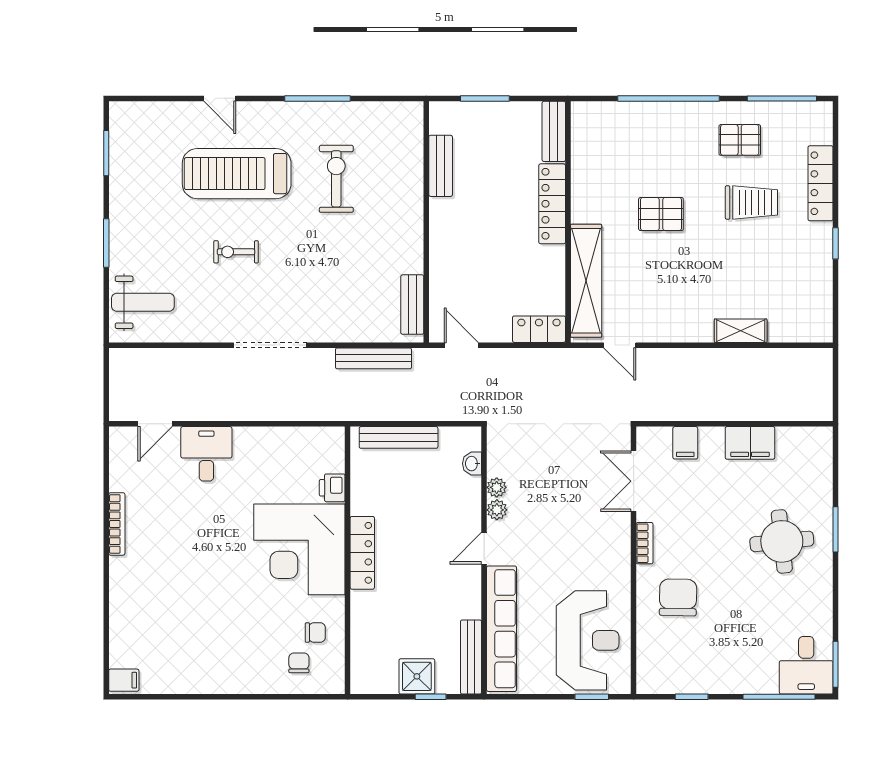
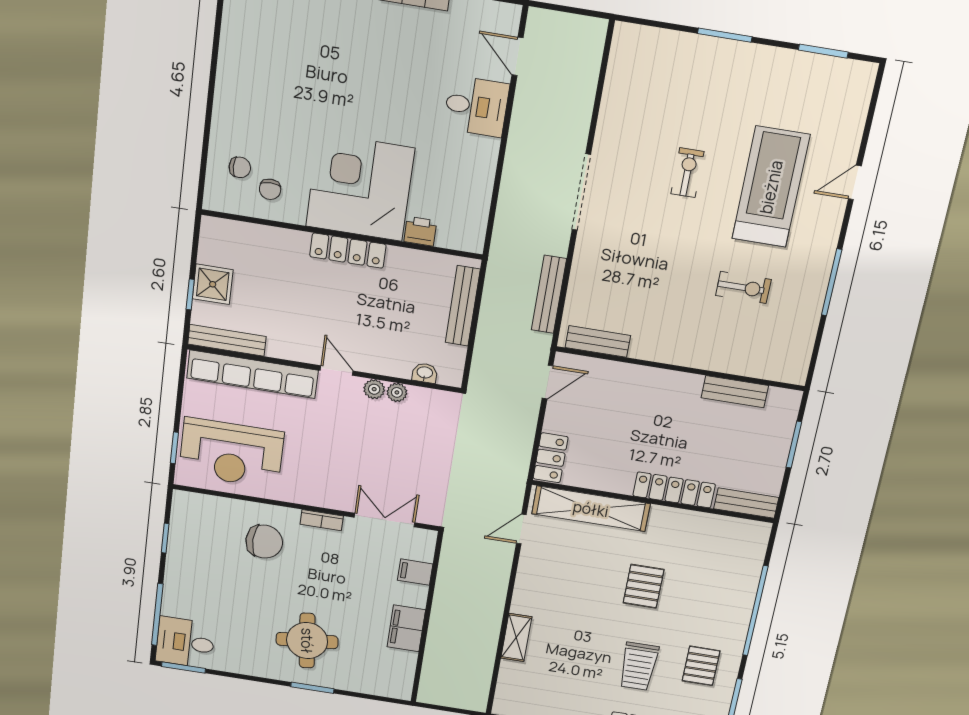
exercise bike: (336, 179) -> (743, 288), width x0.73, depth x0.72
weight bench: (143, 302) -> (652, 65), removed

